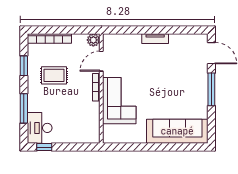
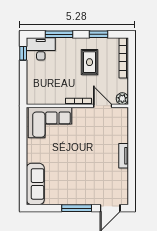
corner sofa: (119, 101) -> (50, 123), moved
sofa: (177, 131) -> (35, 184), width x0.74, depth x0.79

